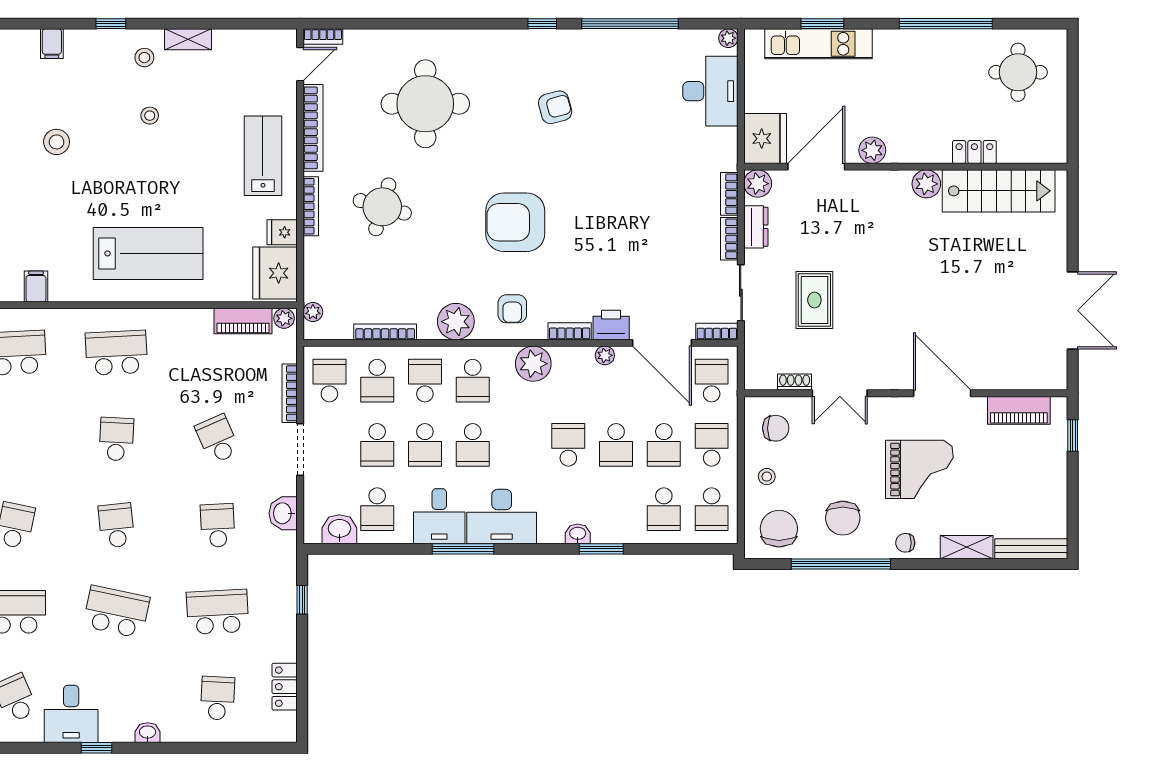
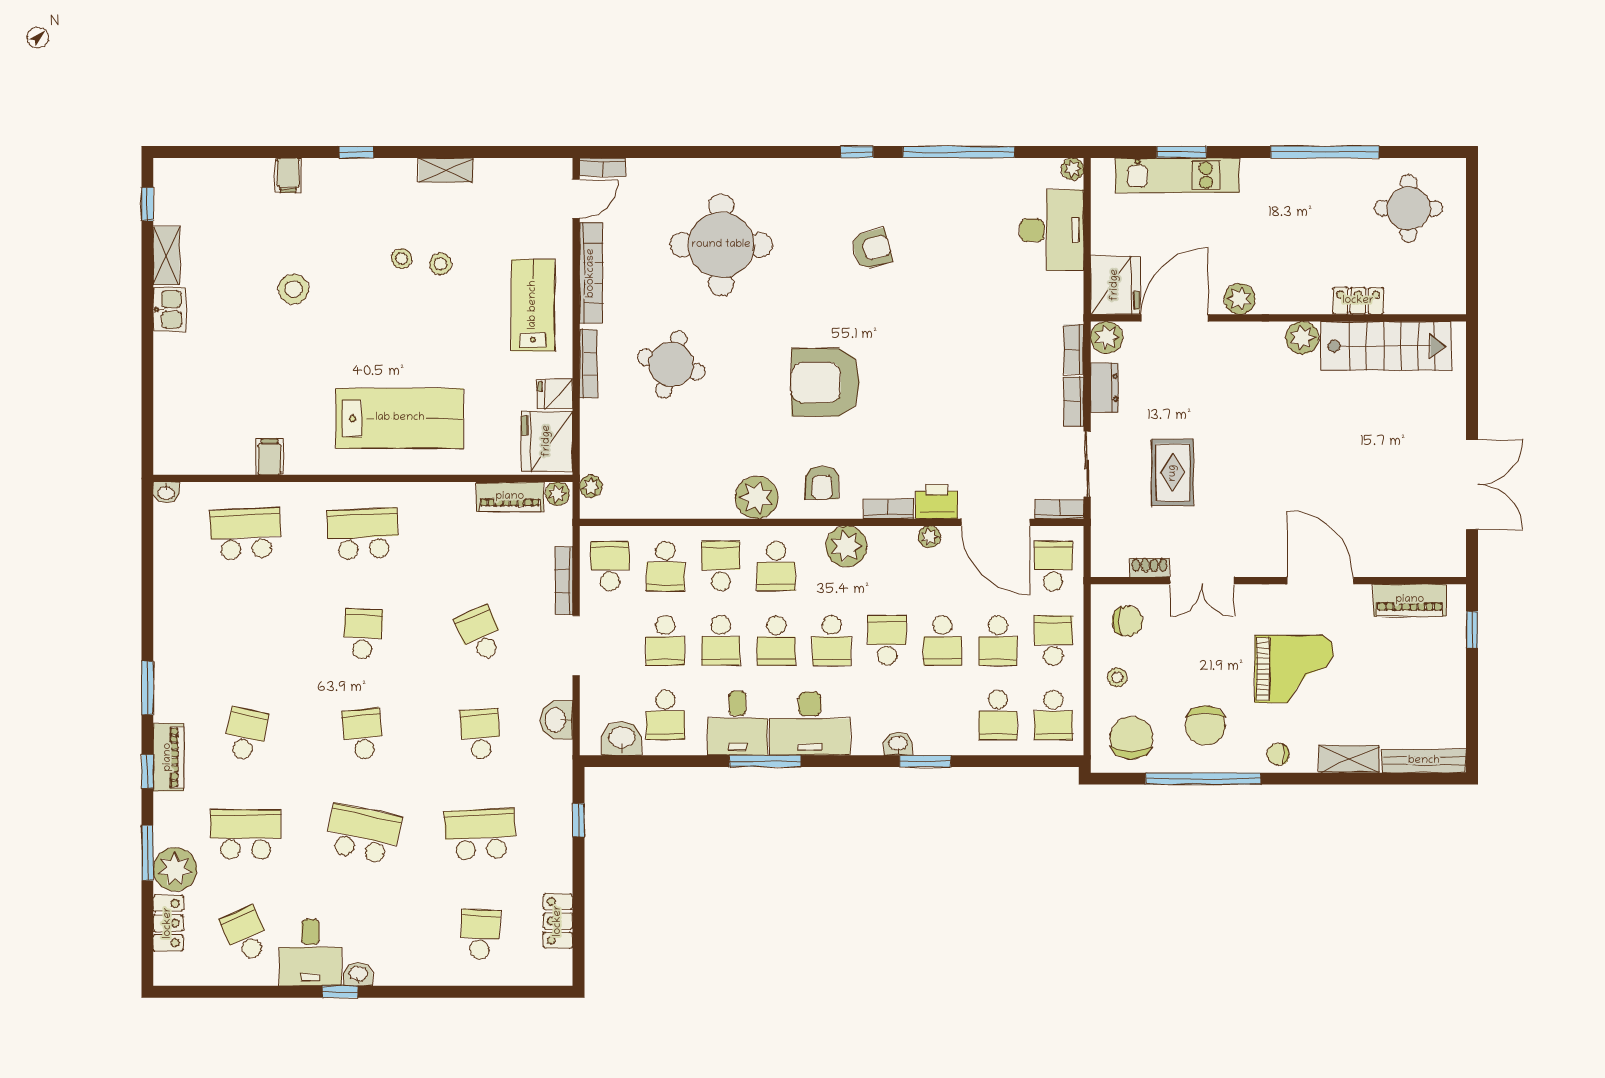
stool: (144, 58) -> (440, 264), moved
bookcase: (385, 332) -> (675, 509), removed
school desk: (521, 445) -> (832, 641), added
washbasin: (148, 733) -> (358, 974), moved

